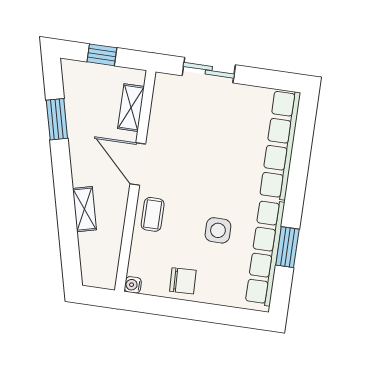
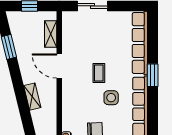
coffee table: (153, 214) -> (99, 73), moved
window: (287, 247) -> (153, 75), moved

